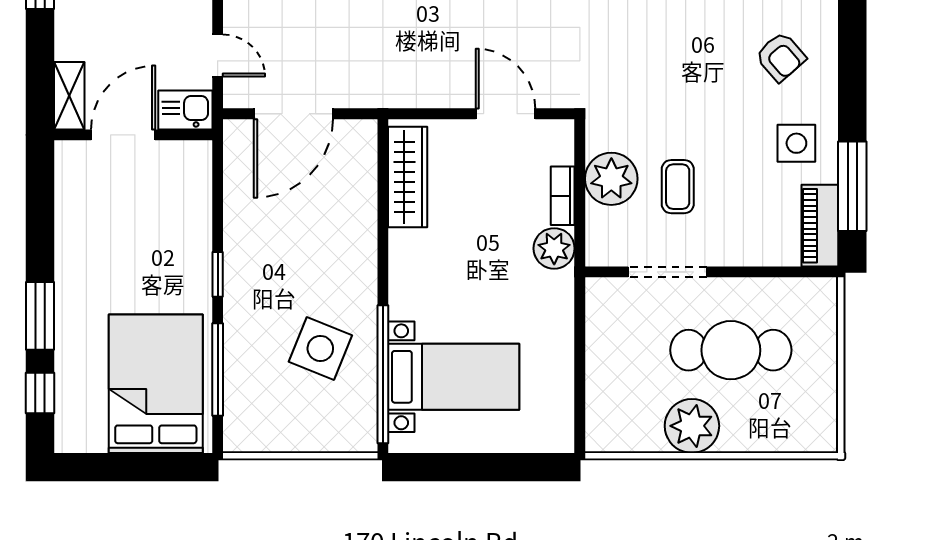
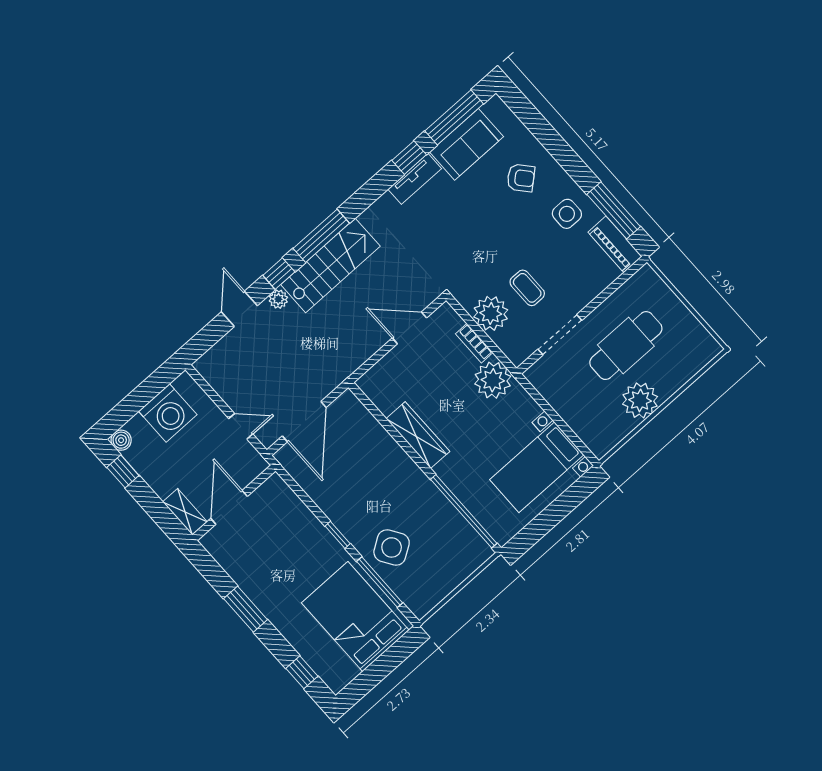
kitchen sink: (185, 110) -> (249, 468), removed
wardrobe: (408, 177) -> (418, 435), moved
plant: (554, 248) -> (493, 380), width x1.36, depth x1.36
window: (40, 316) -> (246, 609), moved
side table: (320, 348) -> (392, 547), moved, turned 35
bed with nightstands: (454, 377) -> (537, 467), moved, turned 180

